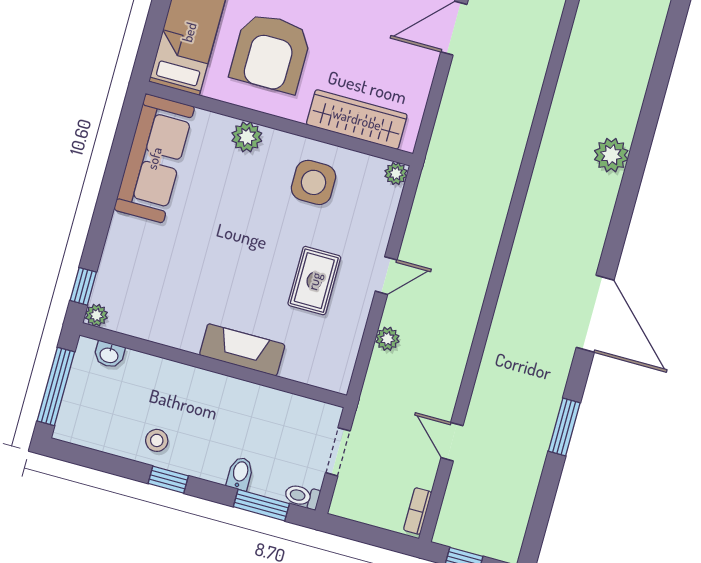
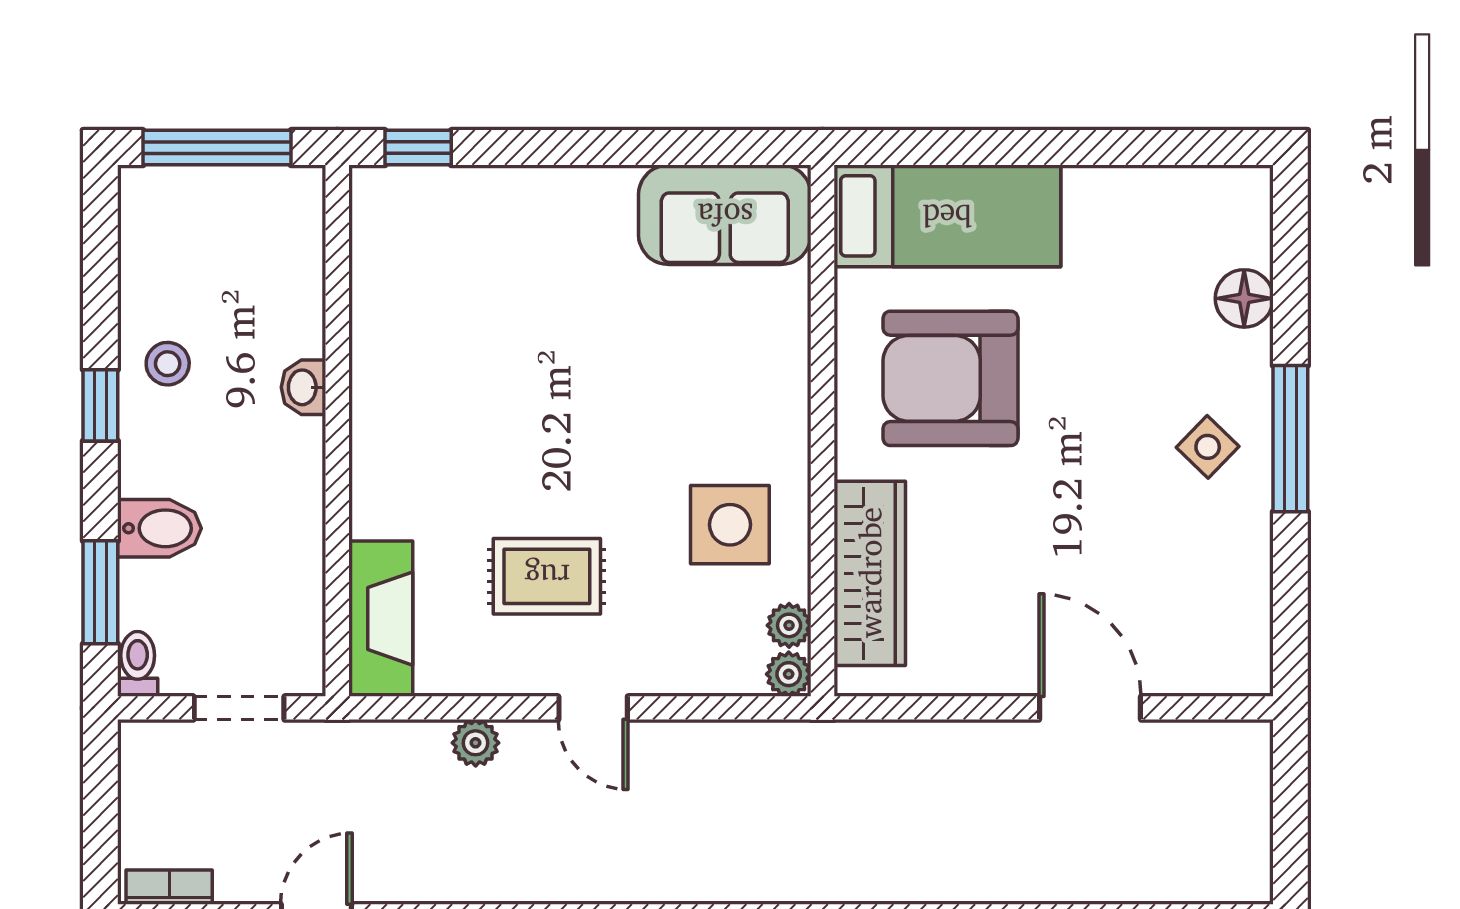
plant: (247, 137) -> (789, 625), moved, width x0.73, depth x0.73
sofa: (154, 158) -> (725, 215), width x0.73
plant: (96, 315) -> (371, 187), removed
fireplace: (242, 350) -> (381, 619), moved
washbasin: (109, 355) -> (304, 387), moved
bidet: (240, 474) -> (159, 528), width x1.38, depth x1.36

